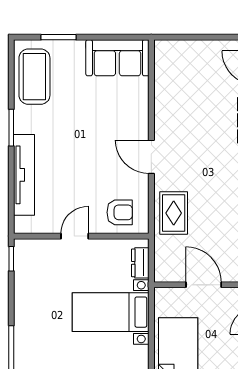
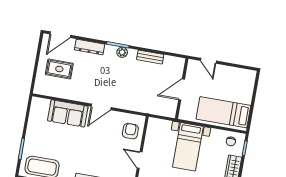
sofa: (117, 58) -> (68, 113), moved, turned 90
rug: (174, 213) -> (59, 69), moved
dresser: (140, 263) -> (162, 124), removed

